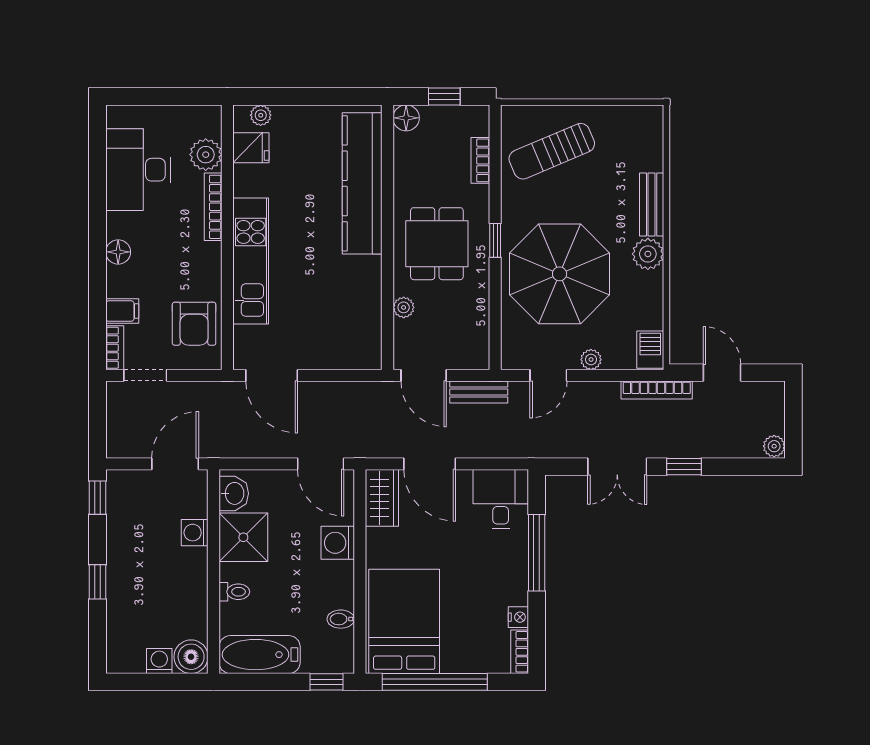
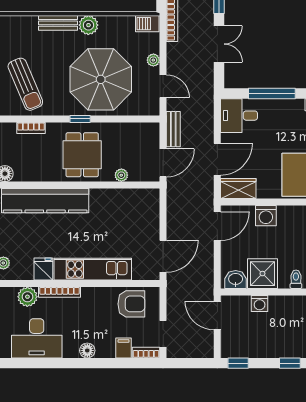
fridge: (251, 148) -> (43, 269), moved
dining table: (437, 244) -> (82, 155), turned 90

